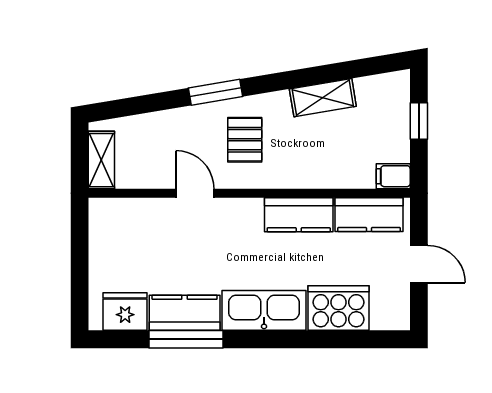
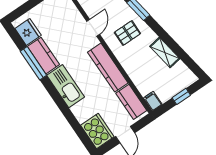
kitchen counter: (299, 215) -> (108, 68), width x1.50
cooker: (338, 308) -> (97, 131), moved

